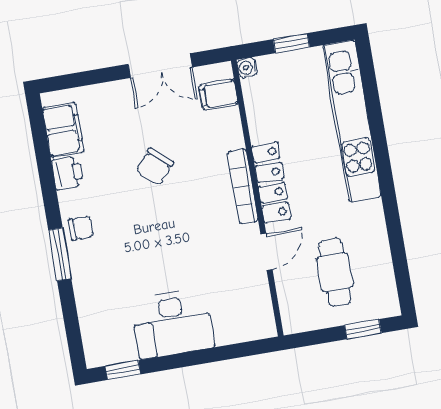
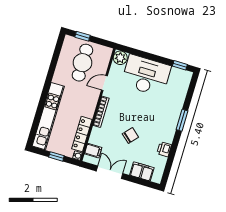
filing cabinet: (63, 130) -> (142, 171), moved, turned 90
locker: (271, 183) -> (82, 134), moved
chair: (81, 228) -> (169, 126), removed
cafe table: (335, 272) -> (82, 63), width x1.37, depth x1.35
plant: (259, 323) -> (120, 58), added
desk: (173, 324) -> (146, 75), width x1.36, depth x1.30

